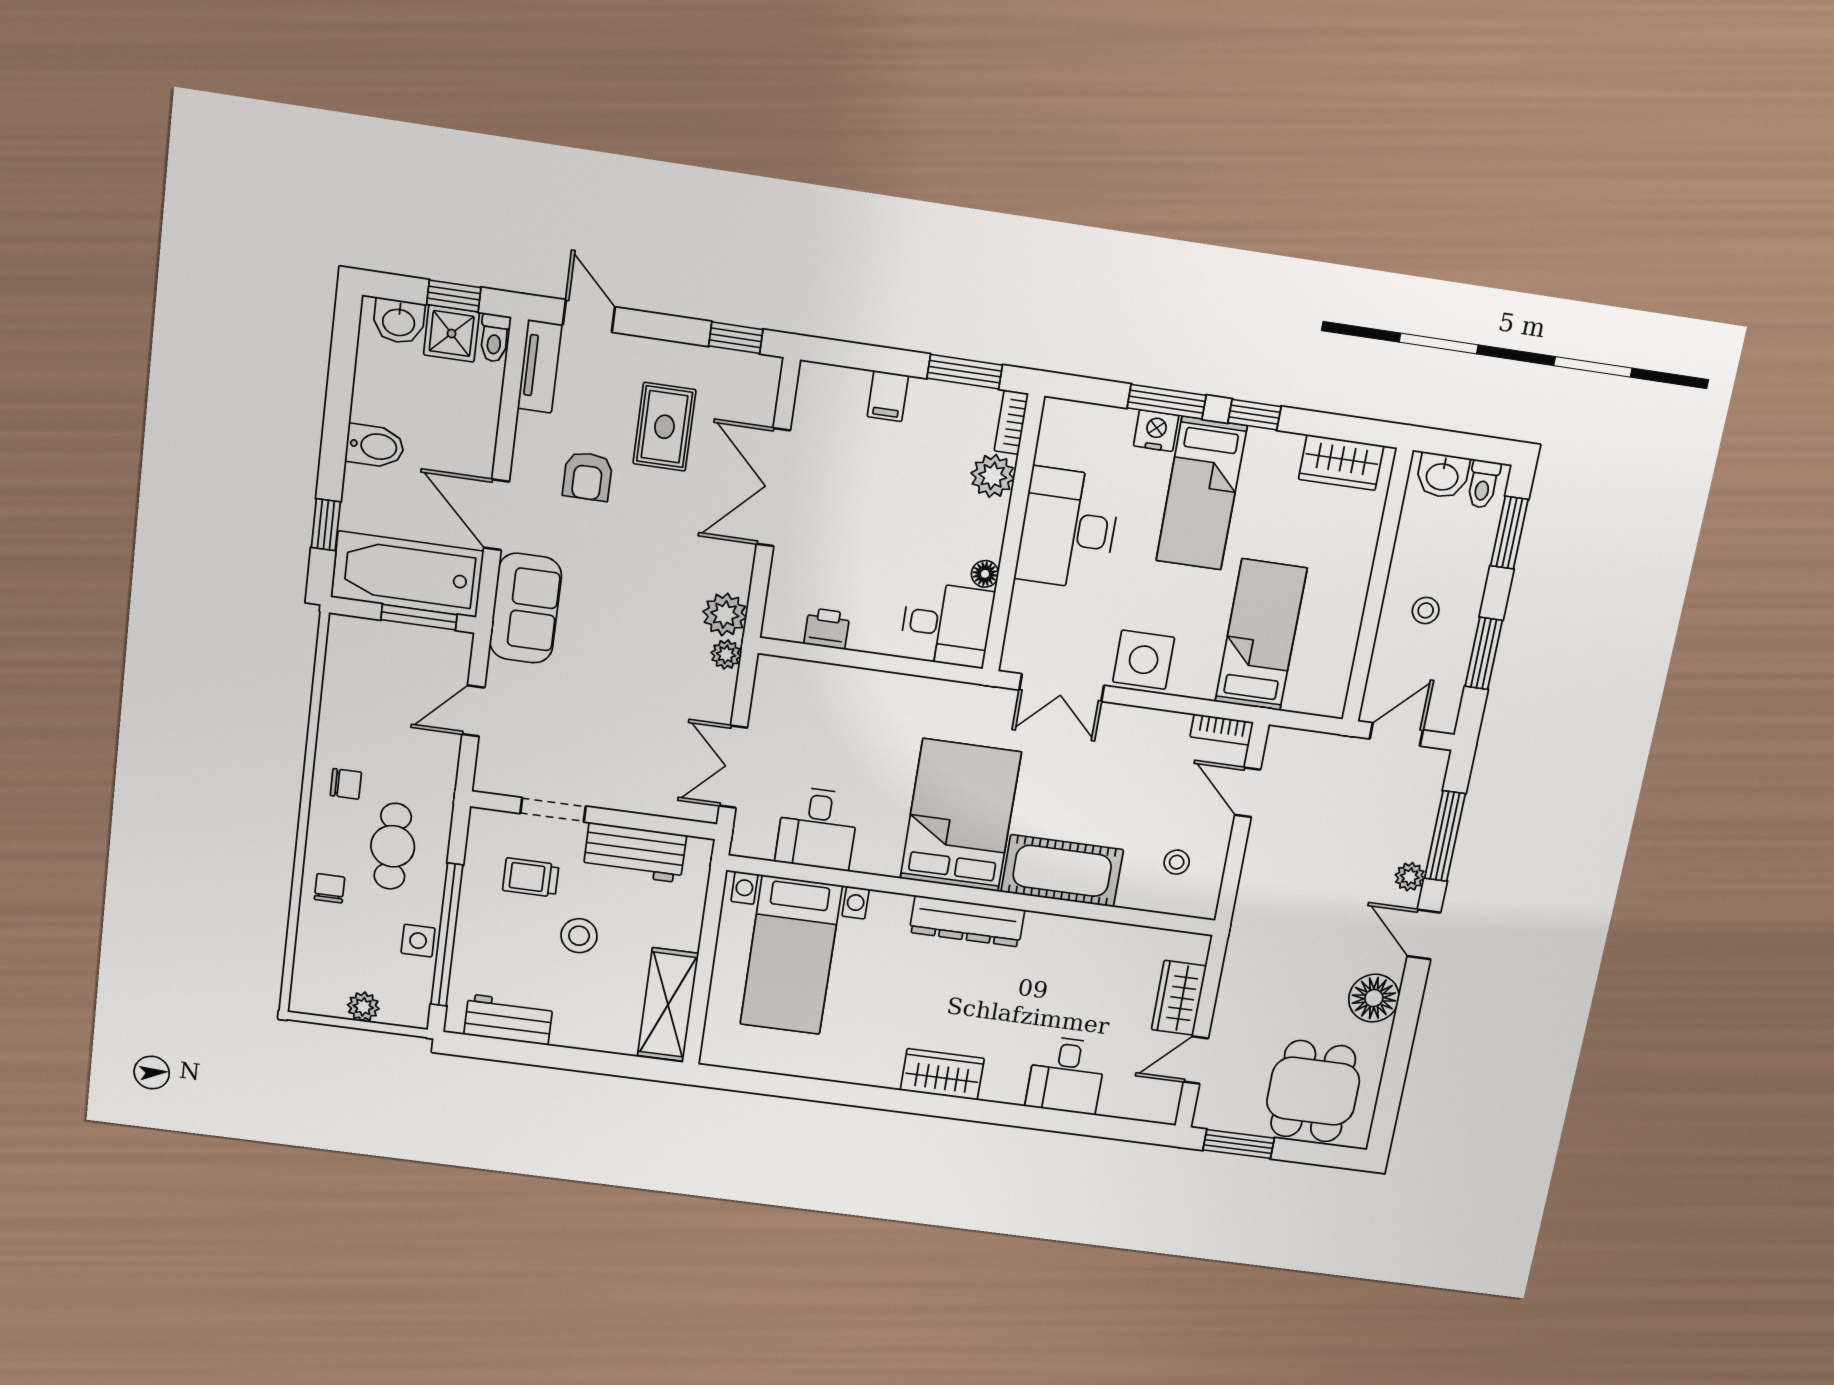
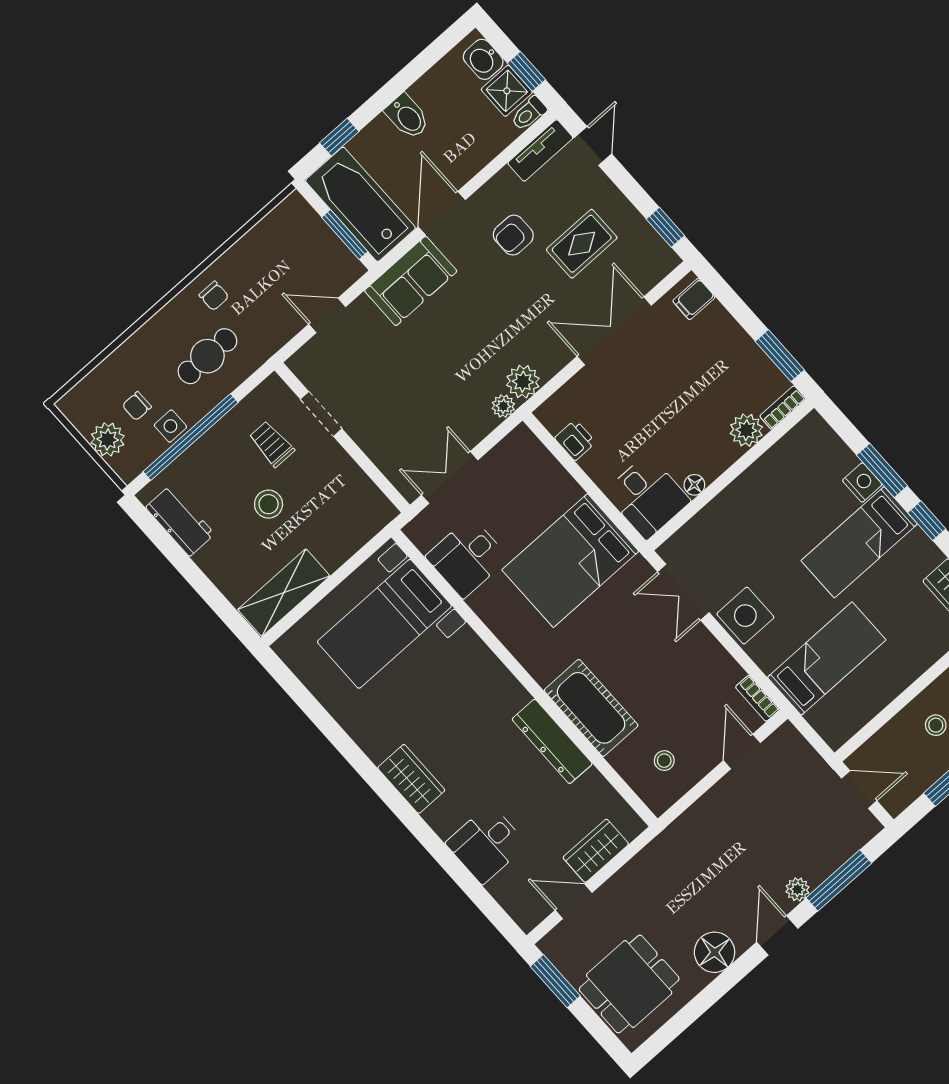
filing cabinet: (888, 396) -> (694, 299), moved
desk: (1068, 529) -> (765, 498), removed
bed: (961, 816) -> (570, 561), moved, turned 180
workbench: (635, 853) -> (346, 481), removed
chair: (329, 888) -> (137, 406), moved, turned 180
dresser: (967, 921) -> (552, 741), moved
plant: (363, 1007) -> (108, 439), width x1.38, depth x1.38

